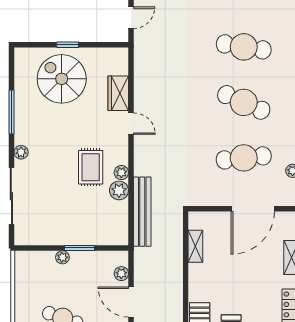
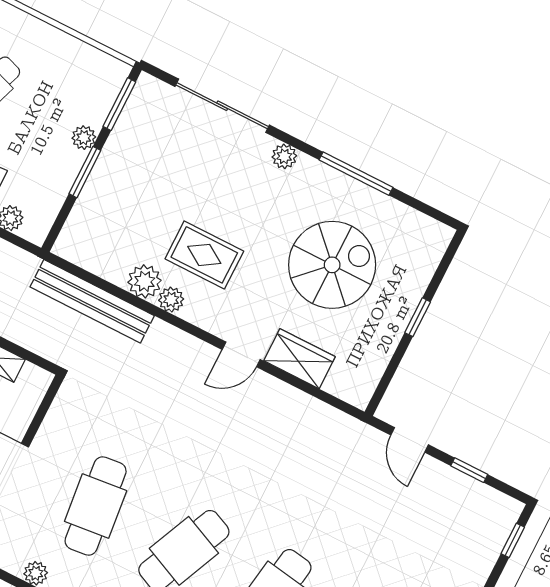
spiral stairs: (62, 79) -> (332, 265), moved
window: (37, 248) -> (119, 104), added

